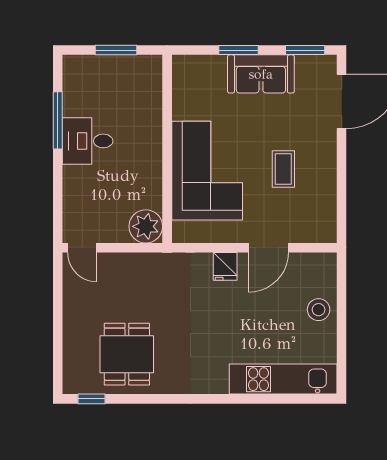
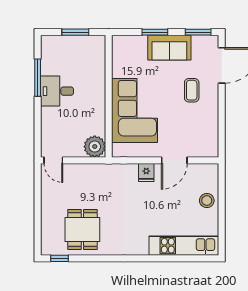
coffee table: (283, 169) -> (192, 90), moved

